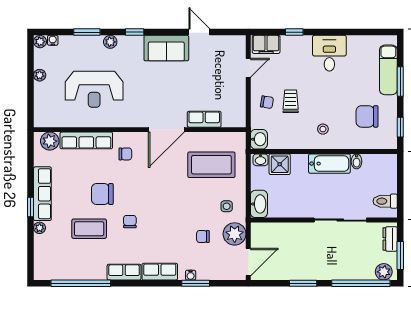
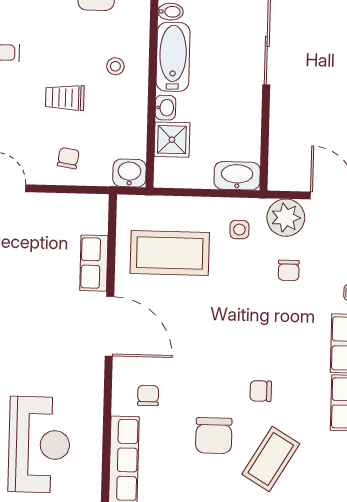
trolley: (291, 101) -> (65, 98), moved
washbasin: (260, 160) -> (165, 108), moved
coffee table: (211, 165) -> (170, 253), turned 90
coffee table: (89, 229) -> (271, 459), turned 31

